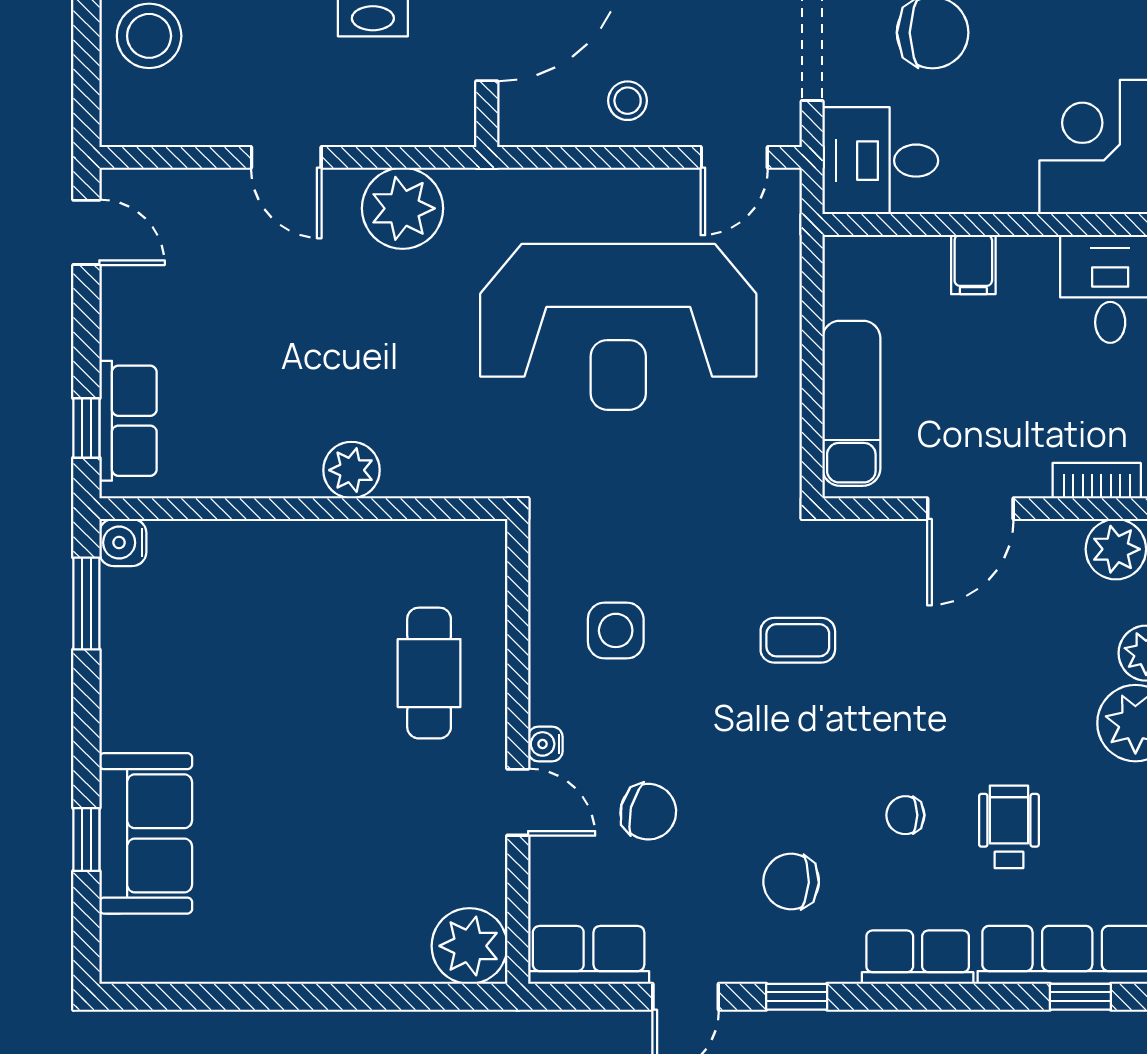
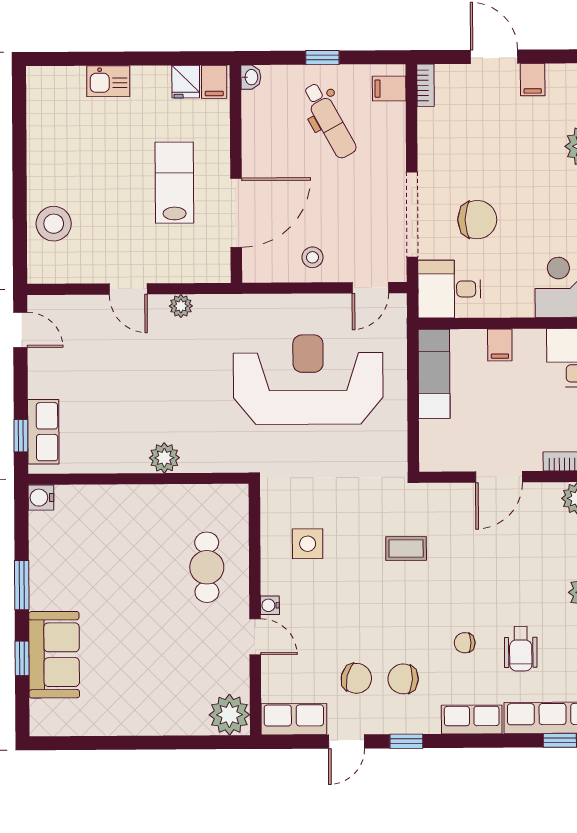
plant: (403, 208) -> (181, 306), width x0.53, depth x0.53
reception desk: (618, 327) -> (308, 380), turned 180
exam couch: (851, 403) -> (434, 374), moved
window: (86, 604) -> (22, 585), moved
chair: (648, 812) -> (356, 678), moved
wheelchair: (1009, 827) -> (521, 649), turned 180

